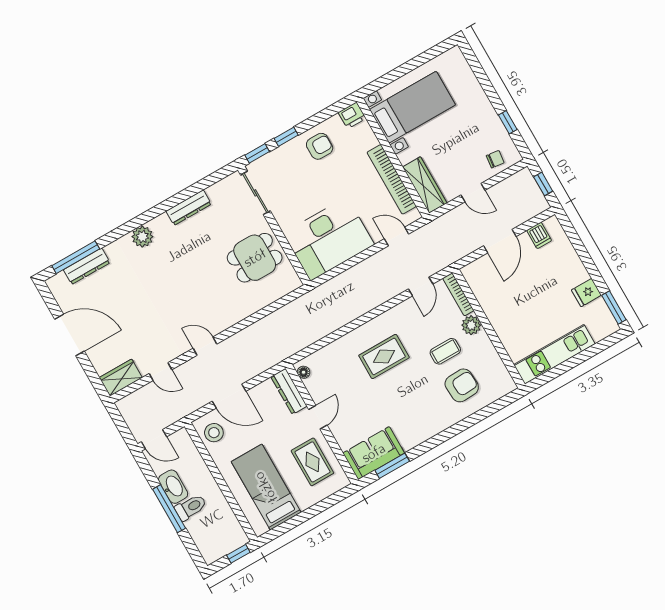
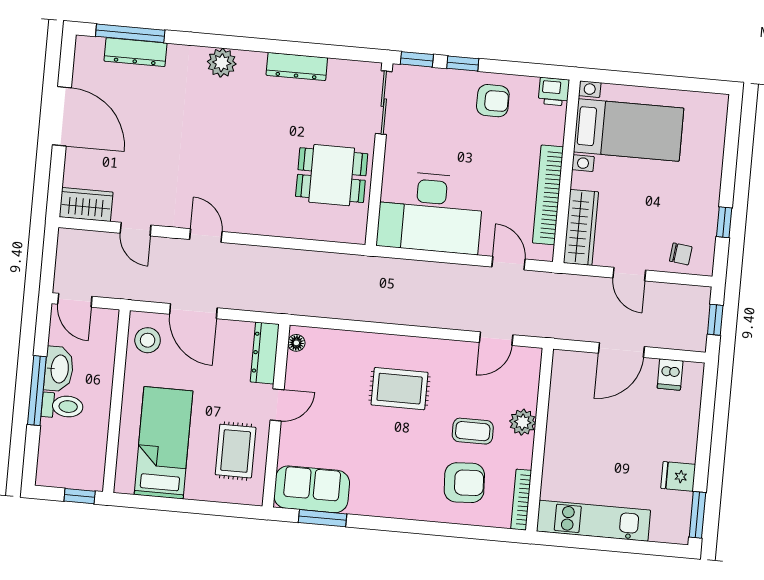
bookcase: (458, 294) -> (521, 500), moved

